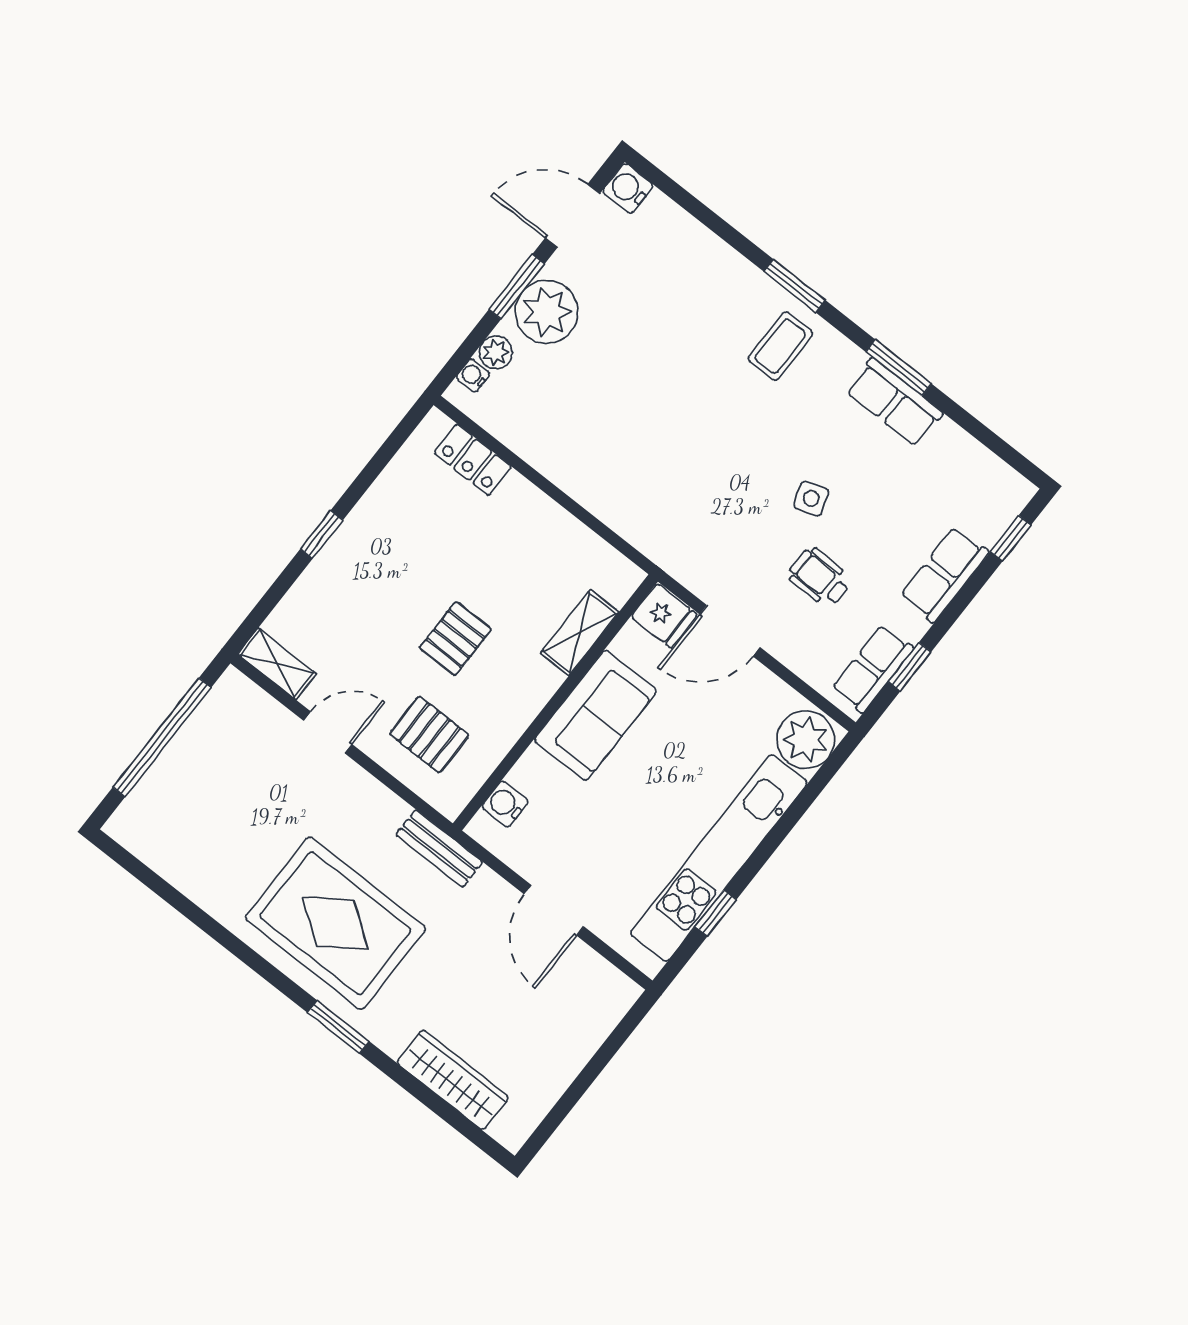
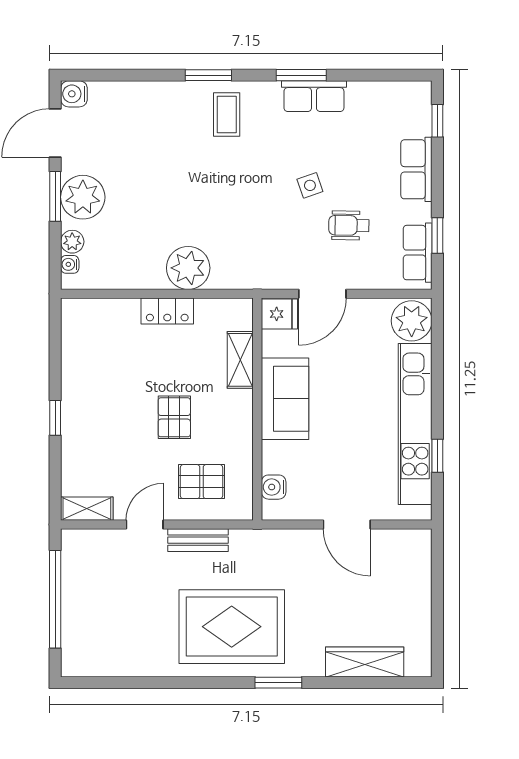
locker: (473, 460) -> (167, 311), moved
plant: (602, 484) -> (188, 268), added
bench: (439, 848) -> (198, 540), moved

